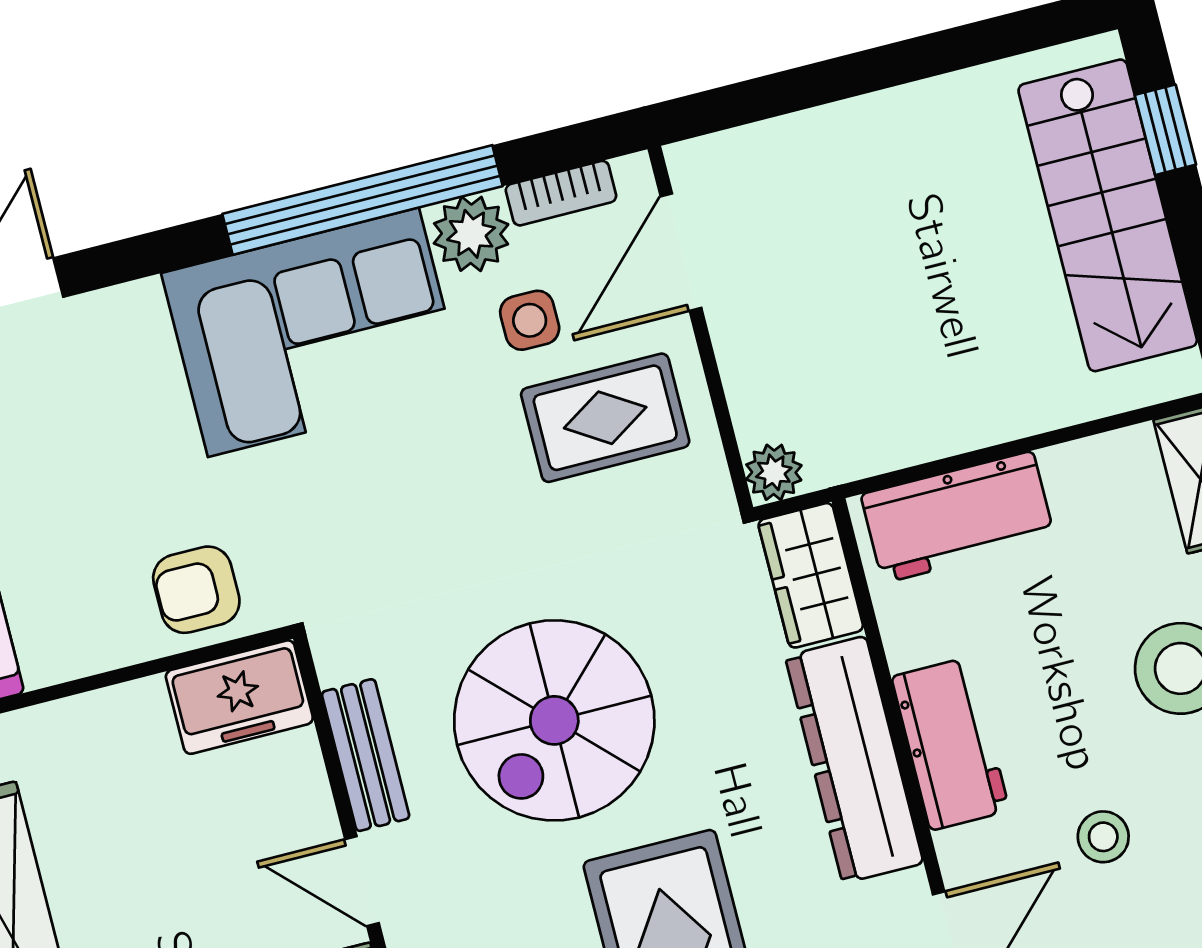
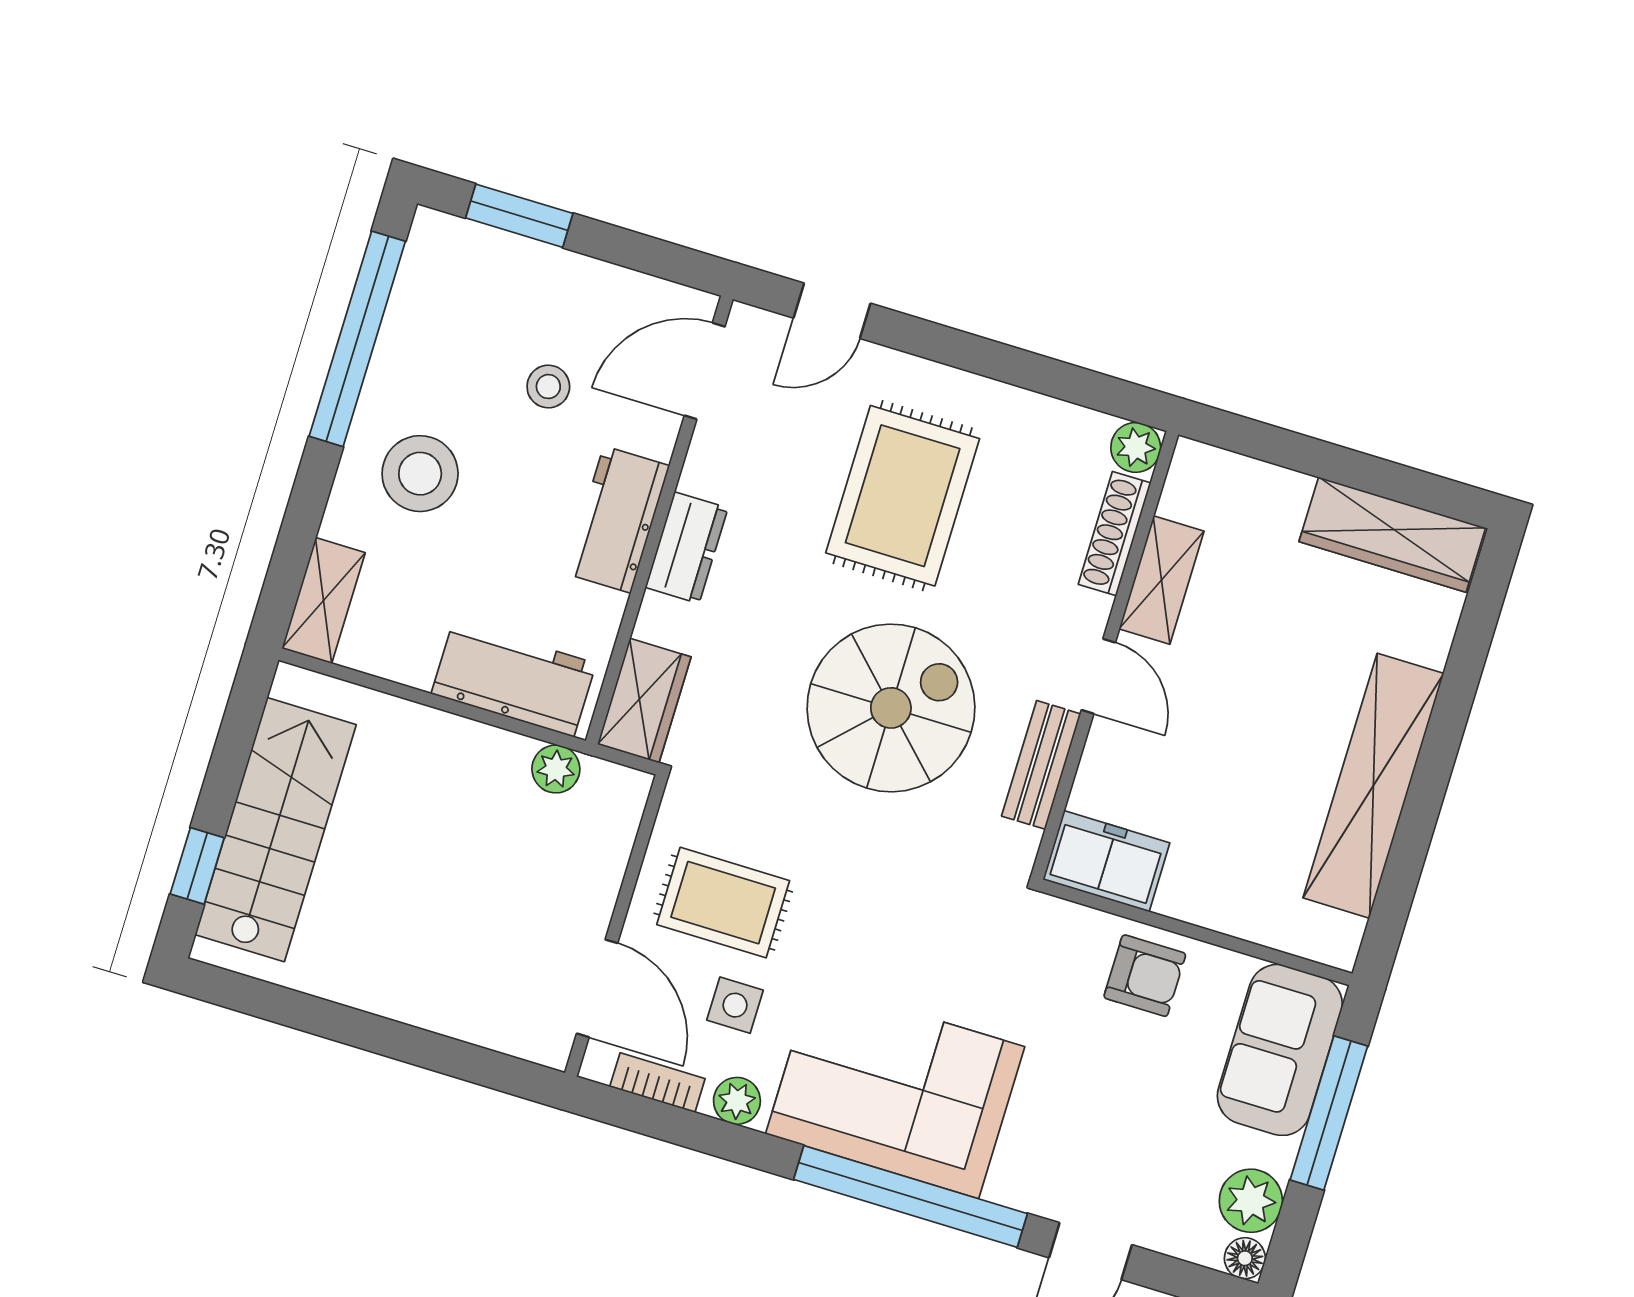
window: (363, 200) -> (910, 1197), moved
plant: (471, 234) -> (737, 1101), width x0.73, depth x0.73
door: (681, 252) -> (597, 988), hinge flipped
plant: (774, 472) -> (556, 769), moved
armchair: (196, 590) -> (1145, 976), moved
dresser: (854, 760) -> (687, 548), width x0.51, depth x0.80

